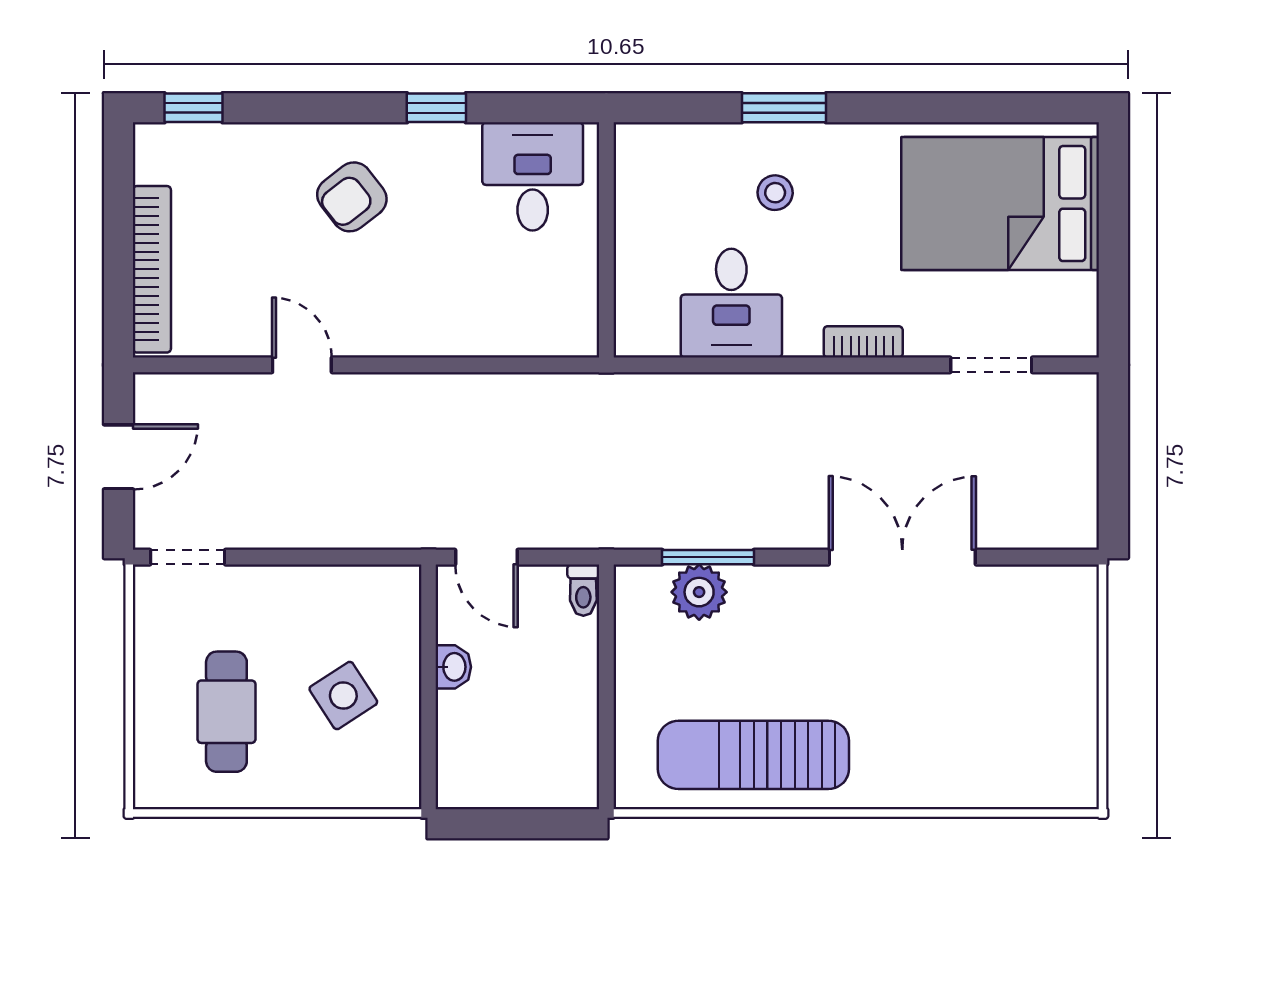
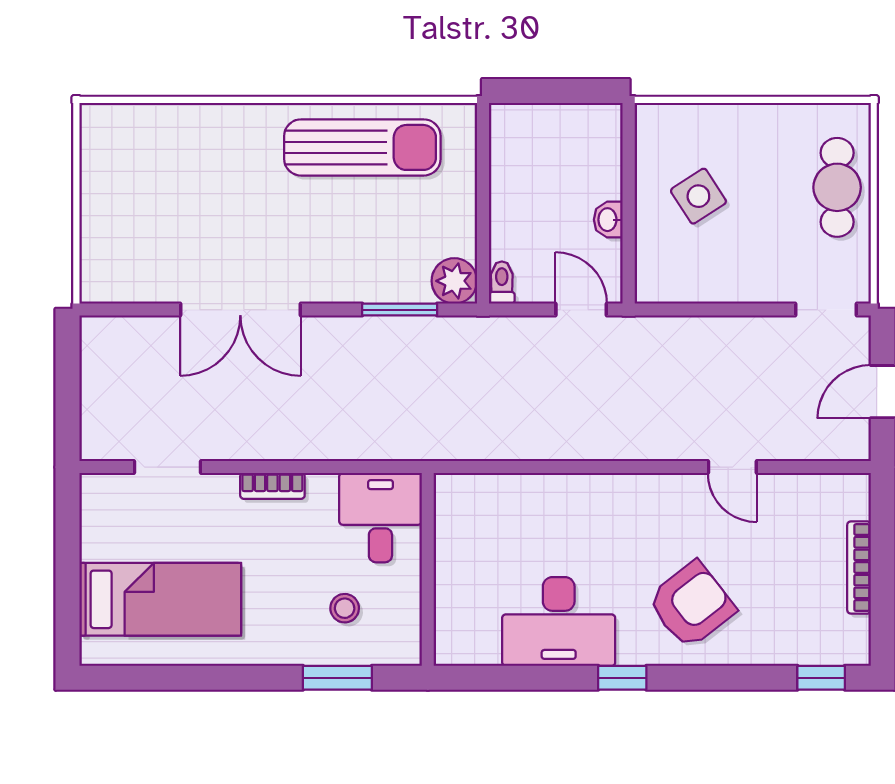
desk: (533, 176) -> (559, 622), width x1.37
armchair: (352, 197) -> (691, 605), width x1.38, depth x1.38
bed: (1000, 204) -> (160, 599), width x0.67
wall: (606, 240) -> (428, 569), moved
bookcase: (152, 269) -> (859, 568), width x0.68, depth x0.76
plant: (699, 592) -> (454, 281), moved
cafe table: (226, 712) -> (837, 187), moved

